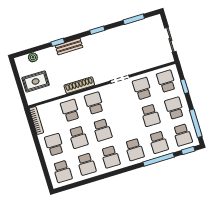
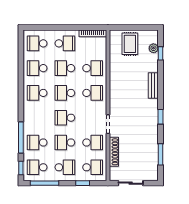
window: (58, 42) -> (160, 53), moved
shoe rack: (79, 85) -> (114, 152), moved
school desk: (135, 150) -> (65, 118), moved

